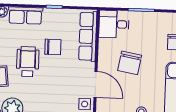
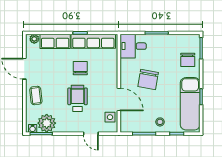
row of seats: (88, 36) -> (93, 41), moved, turned -90
chair: (53, 47) -> (80, 68), turned -90
wheelchair: (28, 62) -> (78, 98), moved

